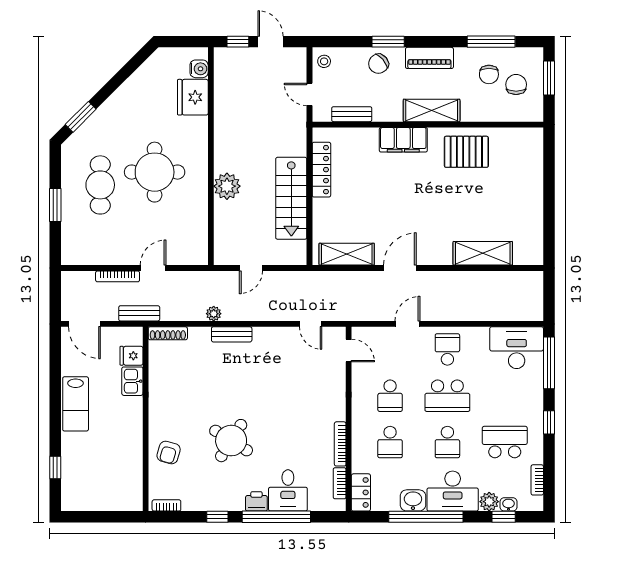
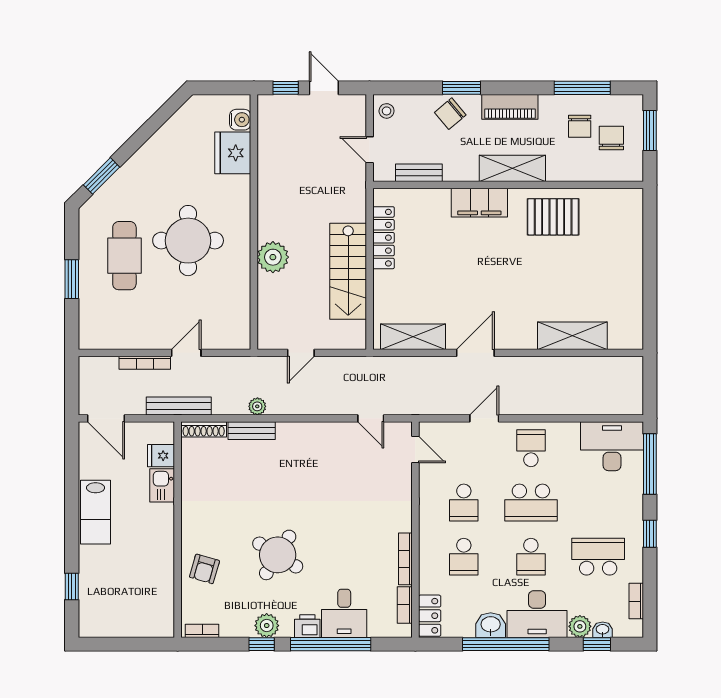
bench: (139, 313) -> (179, 406), width x1.36
bench: (232, 334) -> (252, 431), moved
plant: (222, 501) -> (267, 626), added

